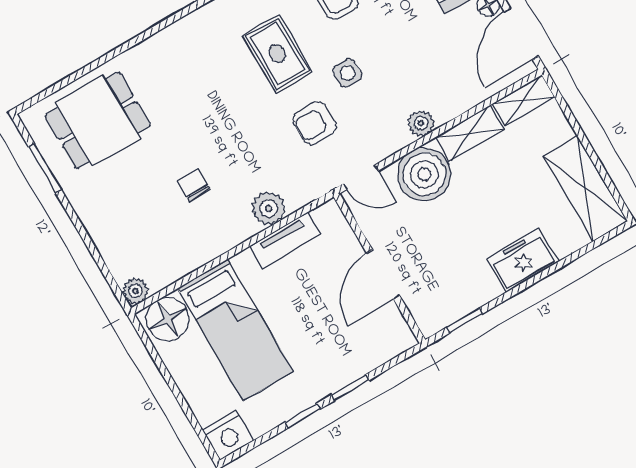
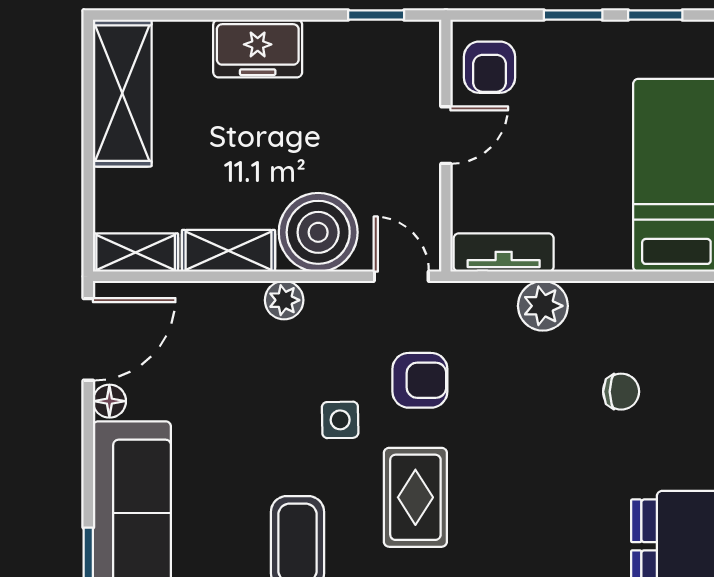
chair: (194, 185) -> (621, 392), turned -90
tv unit: (285, 240) -> (504, 253), moved
door: (383, 274) -> (446, 135), width x0.73
armchair: (381, 329) -> (489, 67), added

